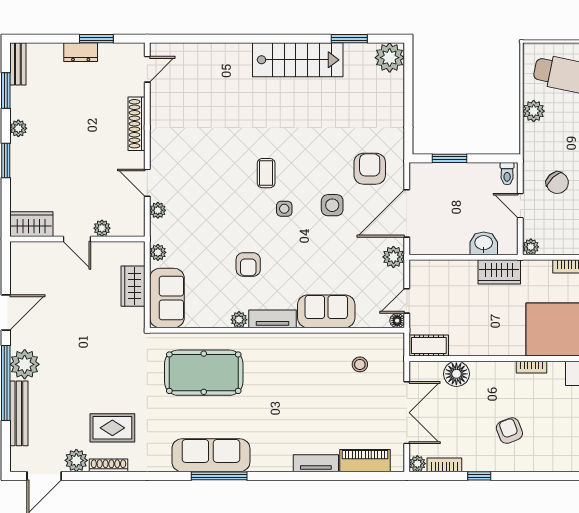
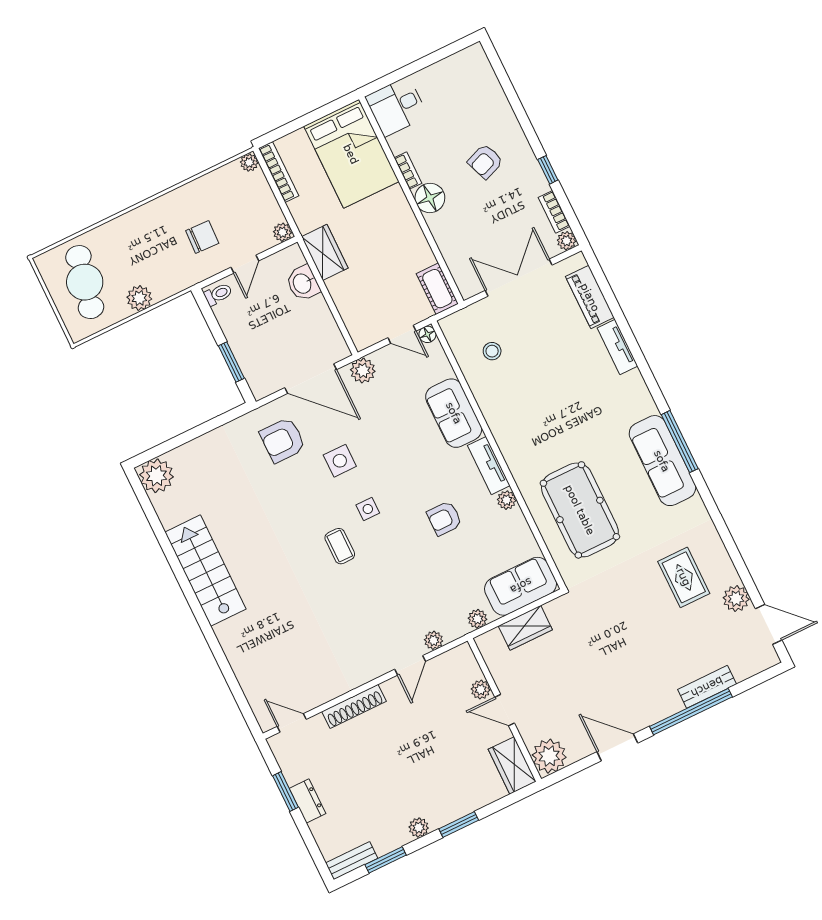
window: (349, 39) -> (157, 527), removed
coffee table: (266, 173) -> (340, 546), turned 90
chair: (557, 183) -> (202, 237), turned 45
door: (77, 239) -> (505, 710), swing flipped
armchair: (248, 264) -> (444, 518), turned 180
plant: (25, 364) -> (549, 756), moved
floor lamp: (456, 374) -> (430, 198), moved
bench: (19, 413) -> (707, 687), width x0.73
shoe rack: (108, 465) -> (725, 563), removed

